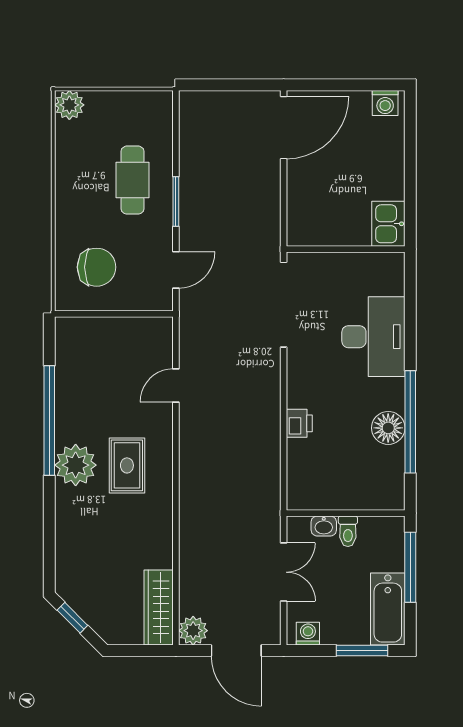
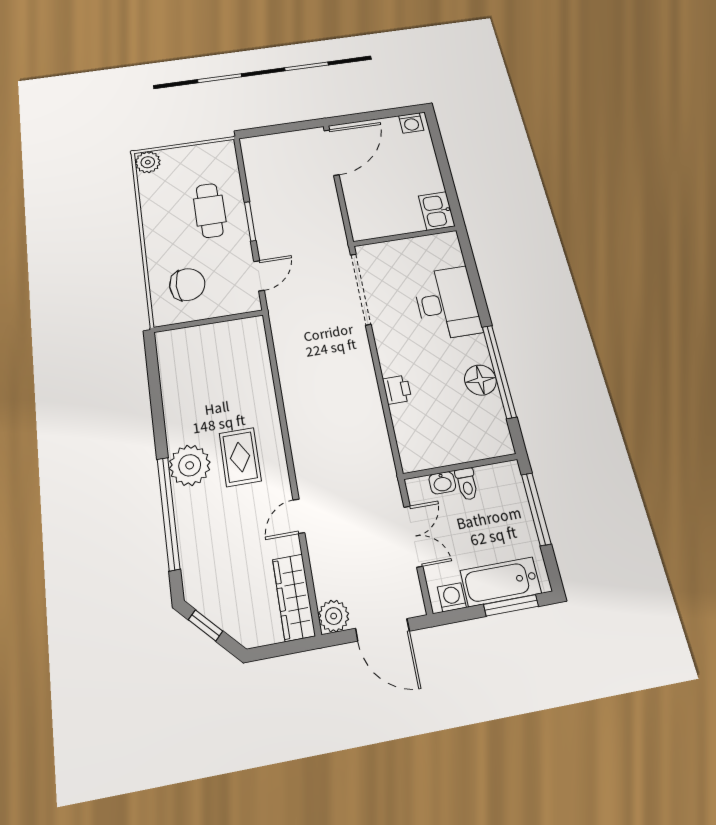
door: (176, 385) -> (299, 516), moved
window: (49, 421) -> (168, 513), moved
bathtub: (388, 609) -> (501, 582), moved, turned 90

